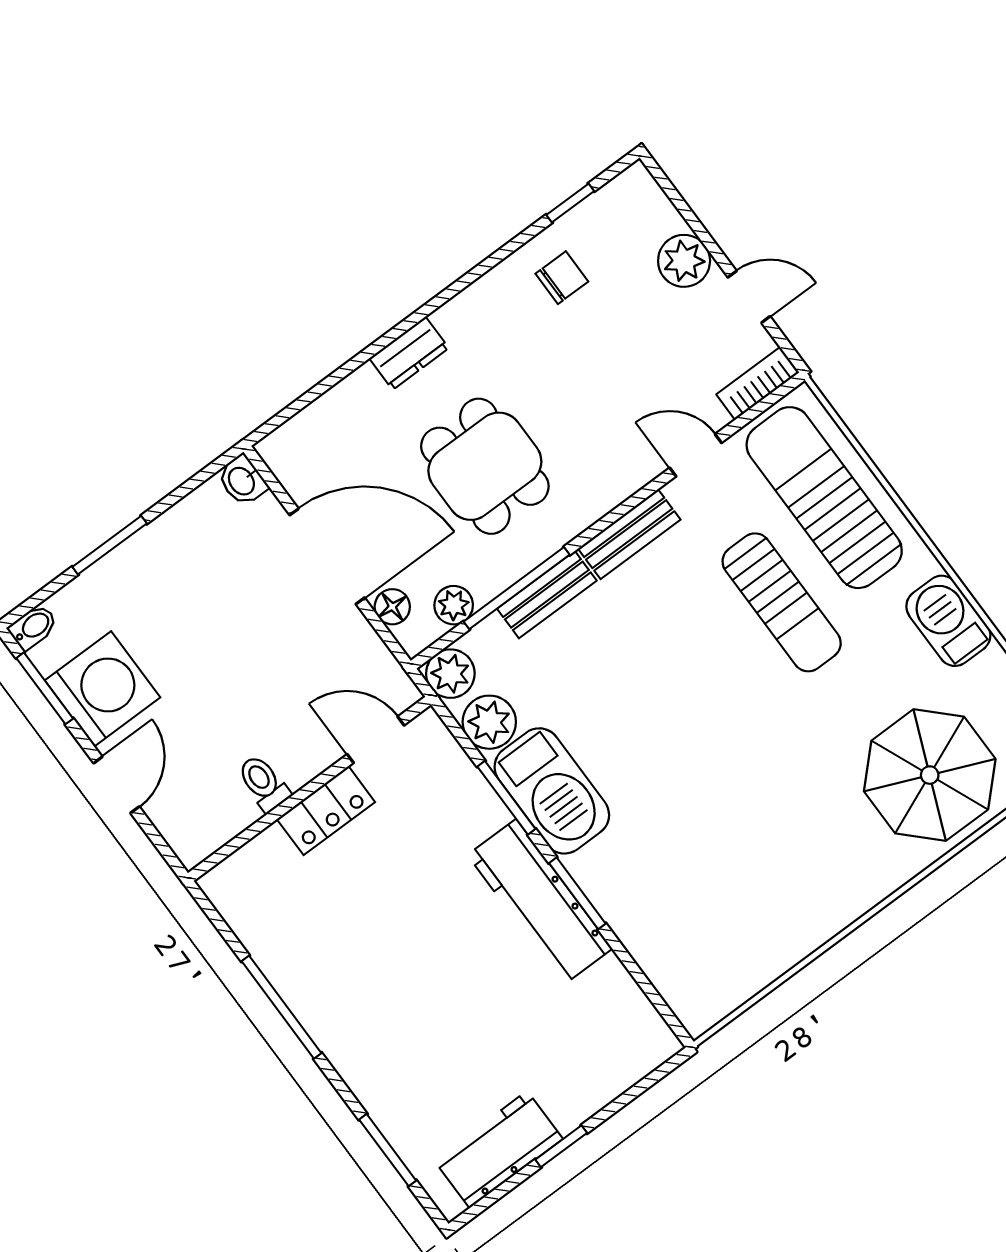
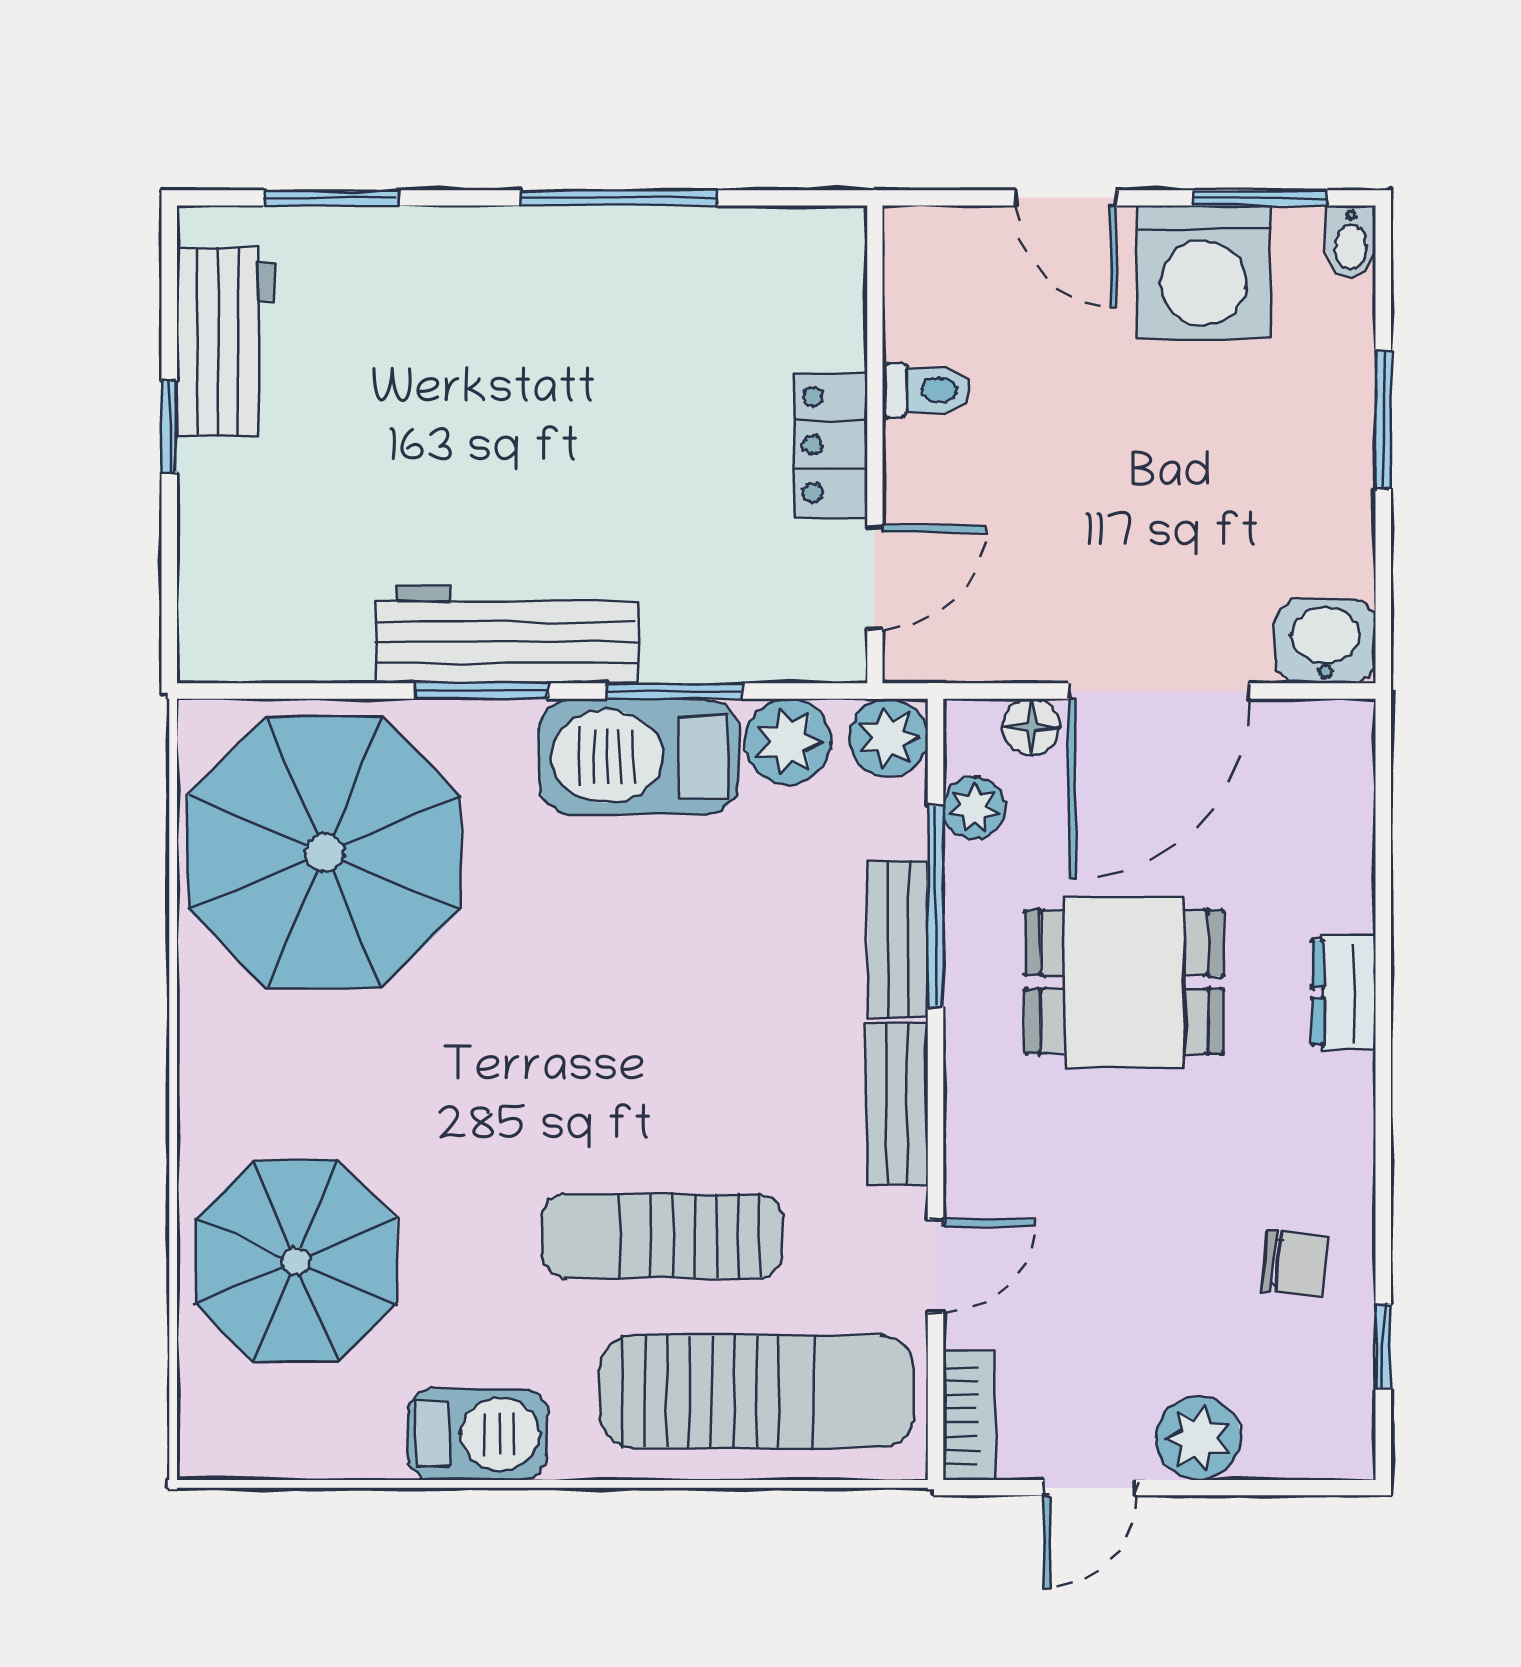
chair: (562, 278) -> (1295, 1264), turned -84
washbasin: (242, 480) -> (1325, 641), width x1.38, depth x1.45
parasol: (716, 912) -> (324, 852), added

